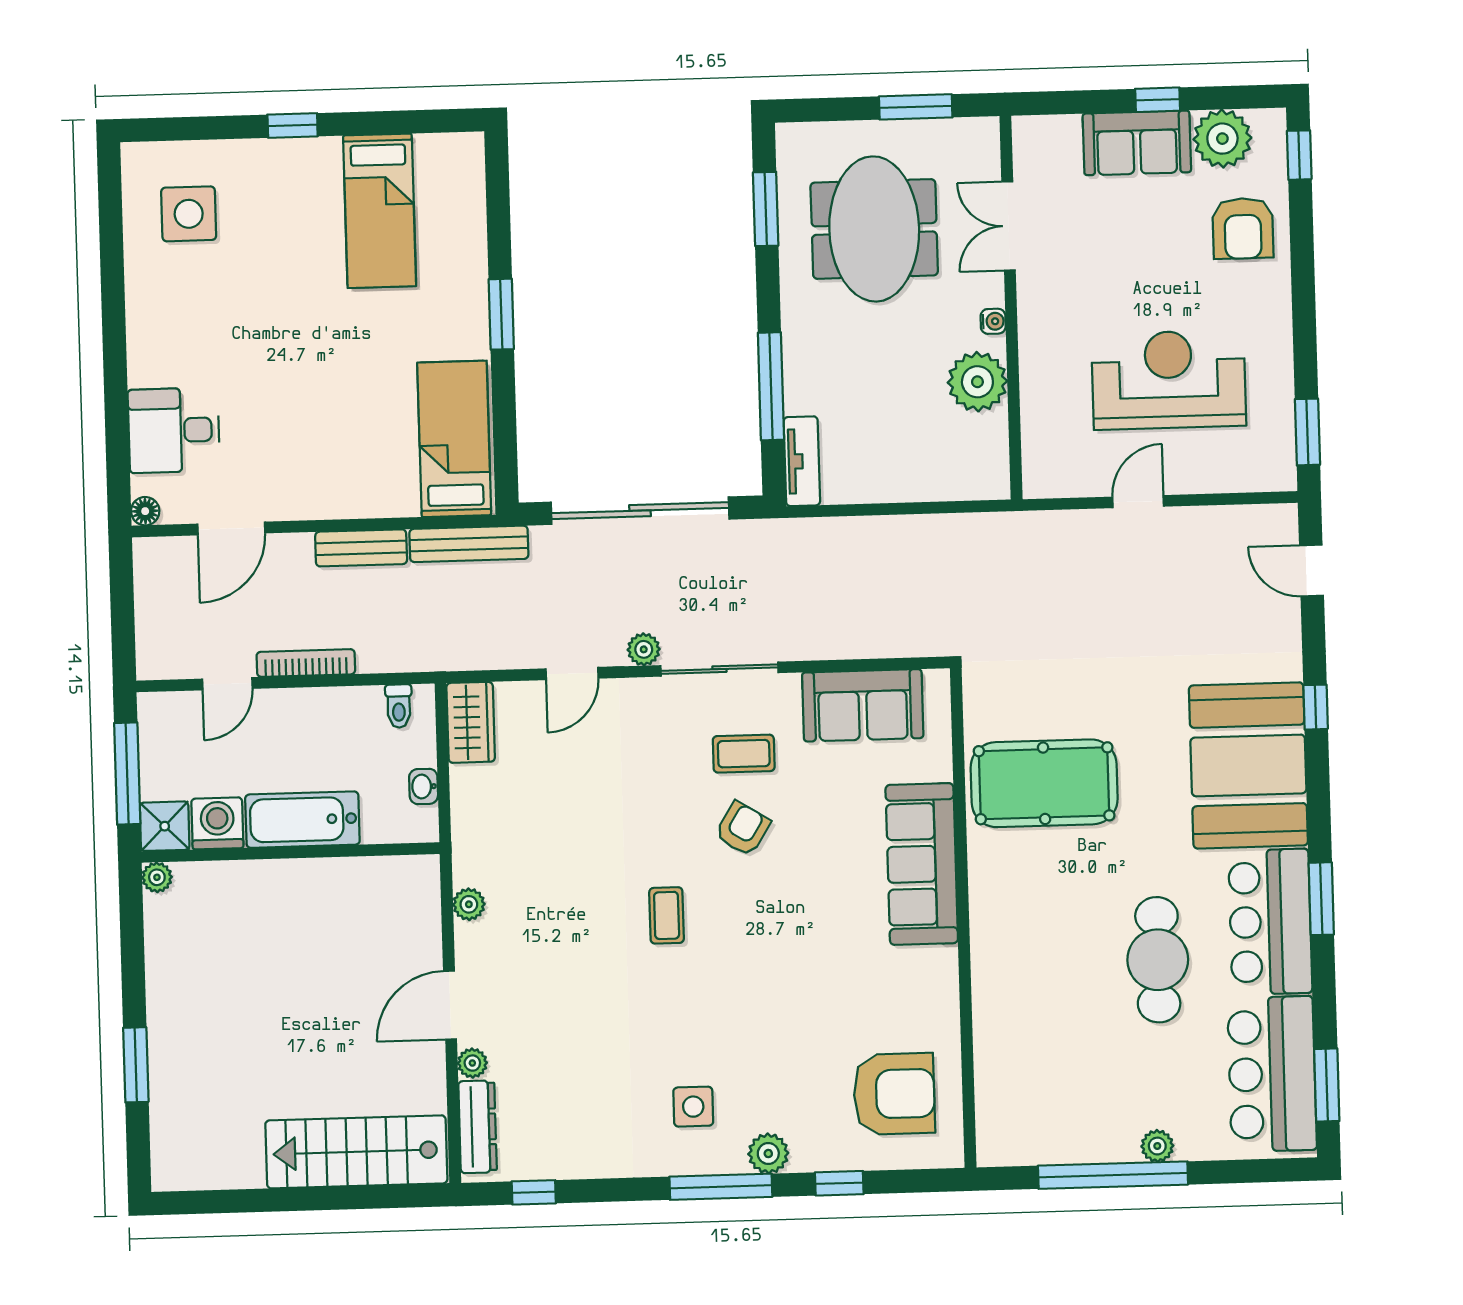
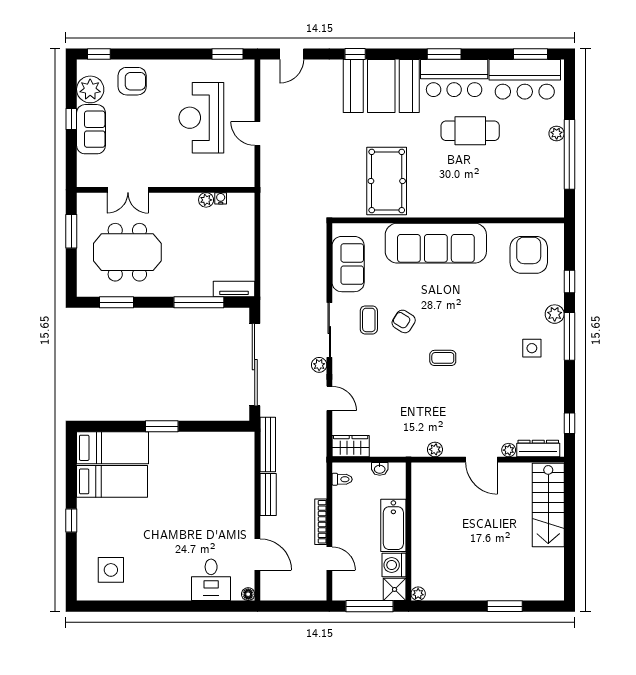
water cooler: (993, 321) -> (221, 198), moved
plant: (977, 382) -> (206, 200), width x0.53, depth x0.53
bed: (454, 439) -> (113, 448), moved, turned 180
sofa: (922, 864) -> (436, 243), width x1.36, depth x1.27

